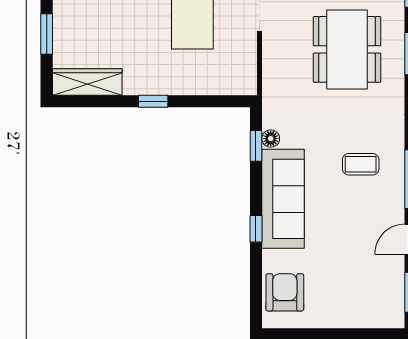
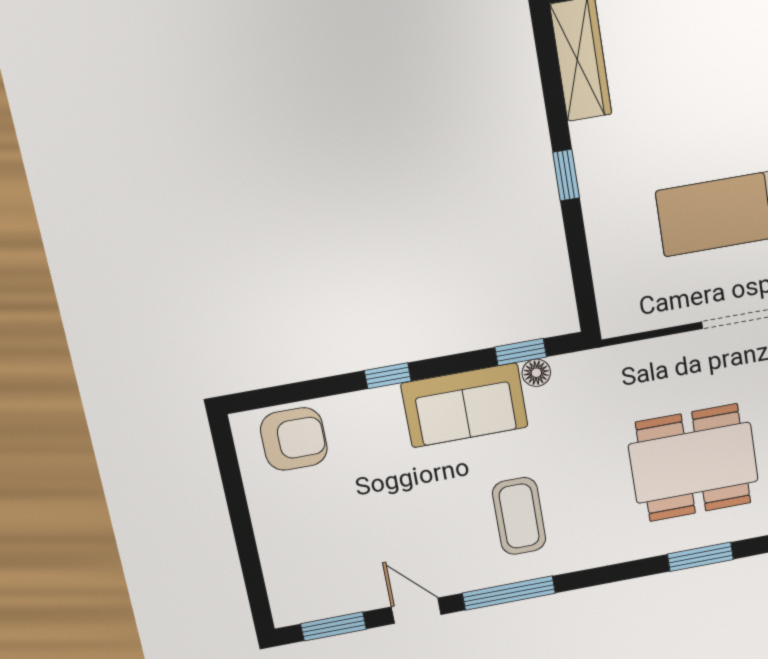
coffee table: (361, 164) -> (519, 516), width x1.36, depth x1.30
sofa: (283, 199) -> (465, 405), width x0.73

